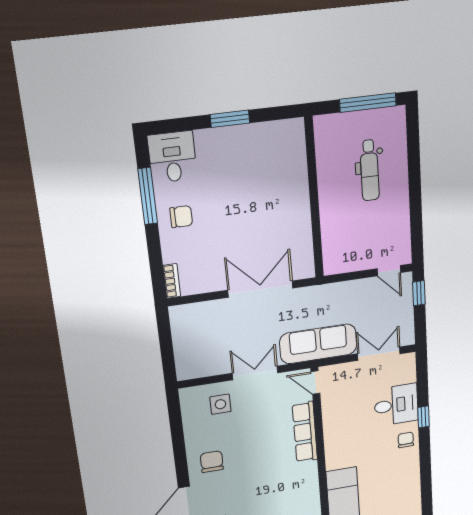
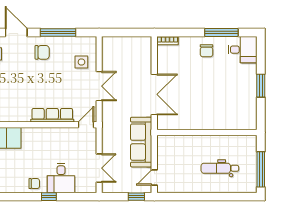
sofa: (318, 344) -> (141, 142), moved, turned 180
window: (179, 445) -> (58, 32), added

